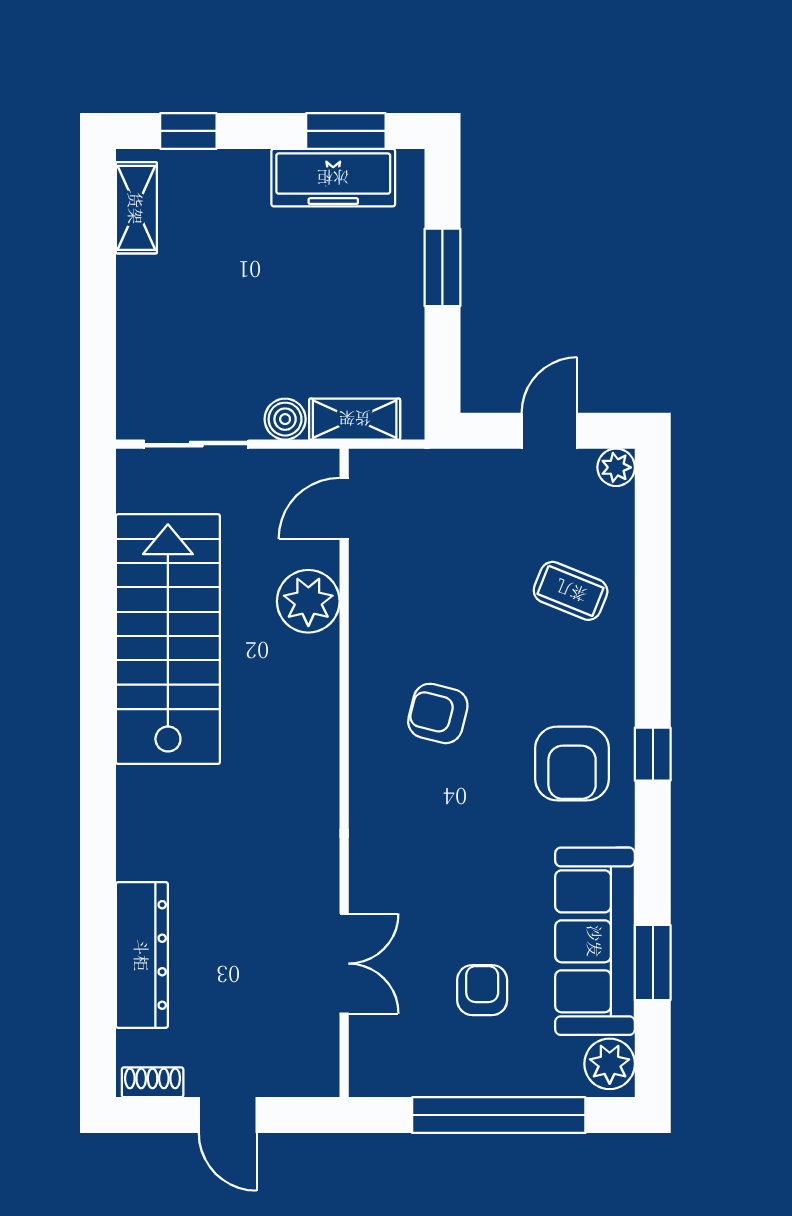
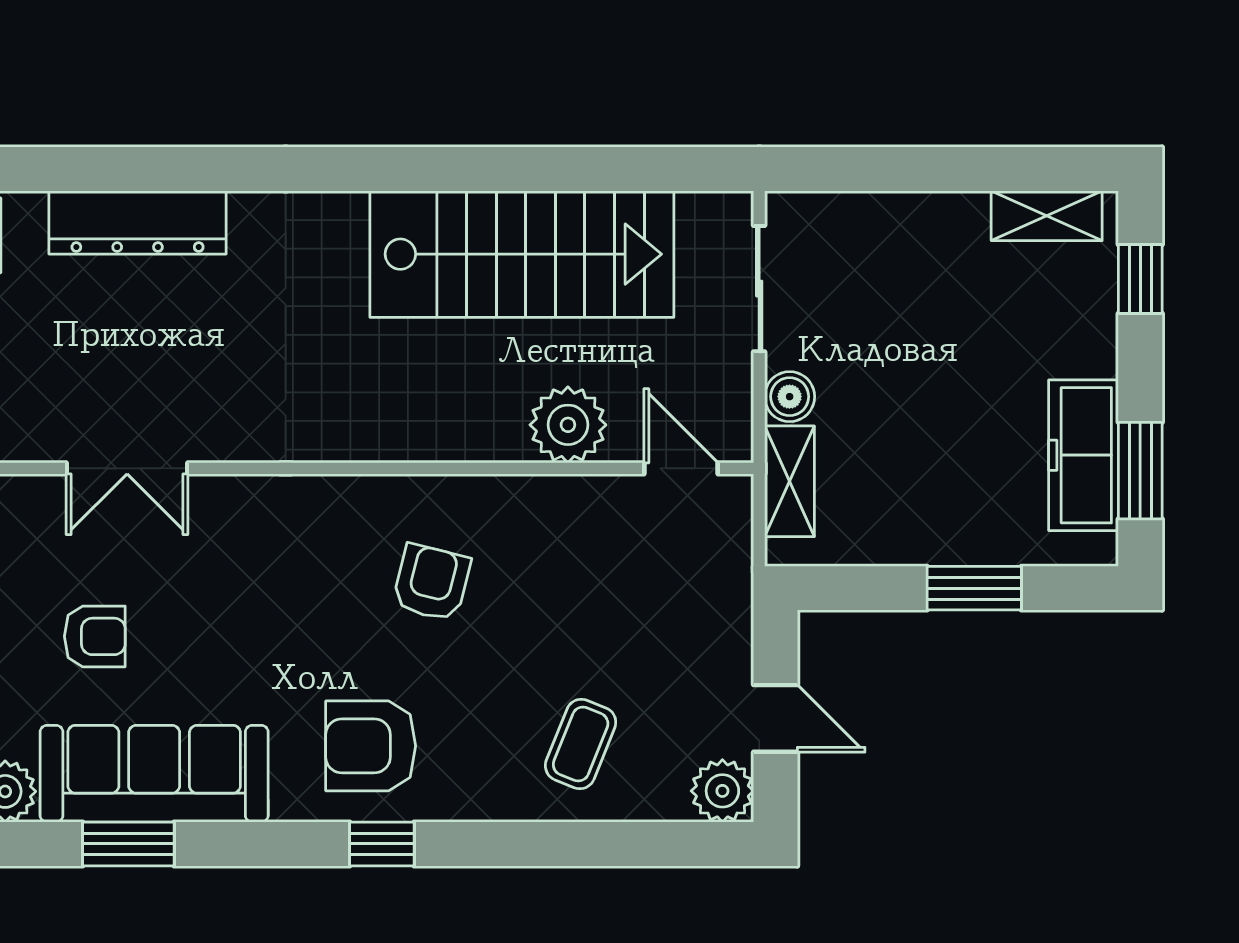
plant: (616, 467) -> (722, 791), width x1.38, depth x1.38

